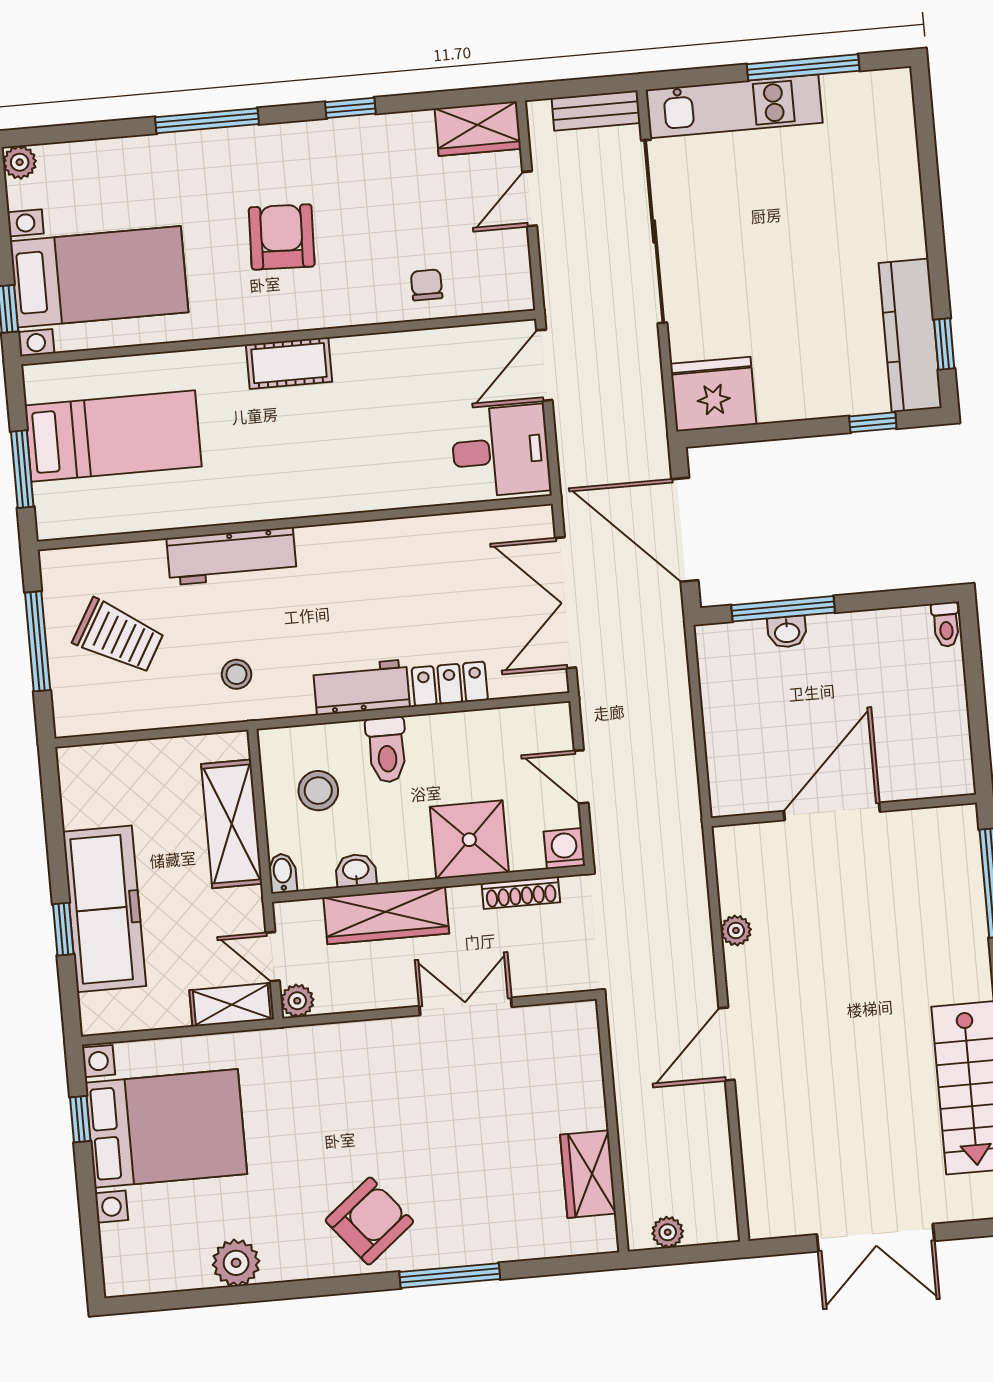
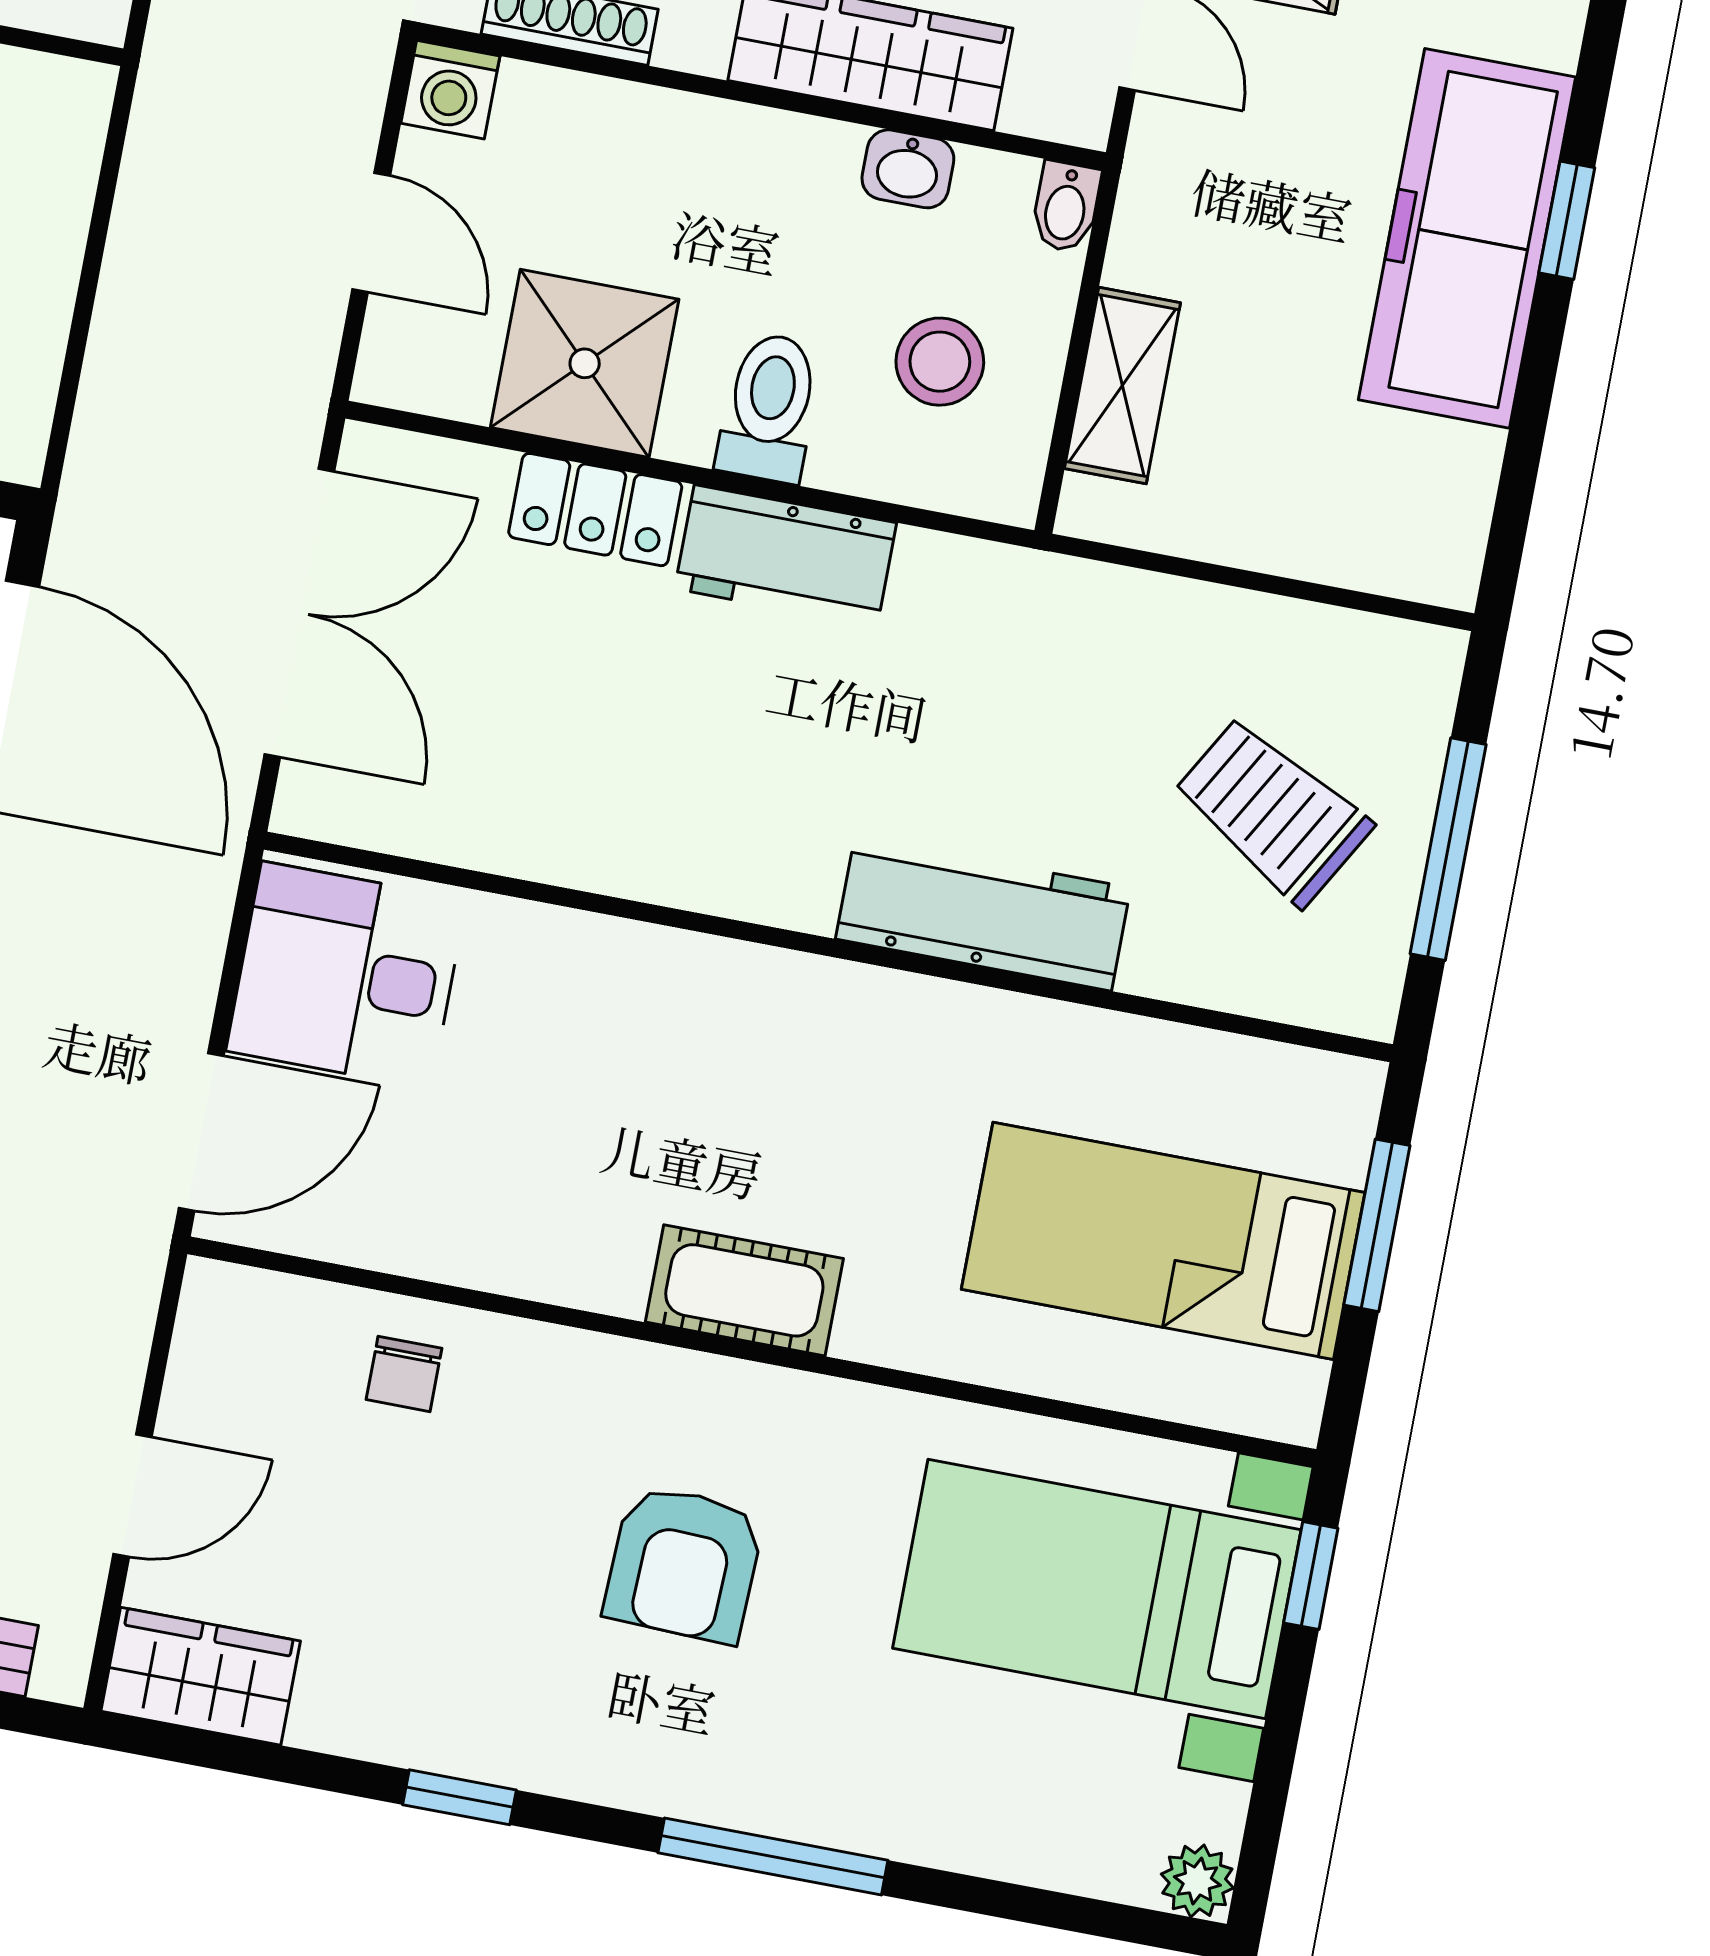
stool: (237, 674) -> (1044, 659), removed
shelving: (232, 824) -> (1122, 386), width x0.67, depth x0.75
shower: (469, 840) -> (585, 363), moved

